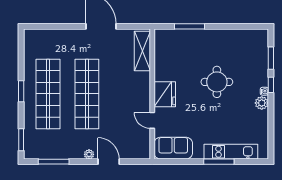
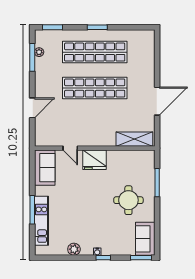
sofa: (250, 39) -> (145, 239), added
window: (271, 58) -> (141, 258), moved
round table: (217, 82) -> (128, 200), moved
plant: (262, 103) -> (74, 249), moved
door: (152, 120) -> (70, 148), swing flipped
plant: (89, 154) -> (39, 52), moved

